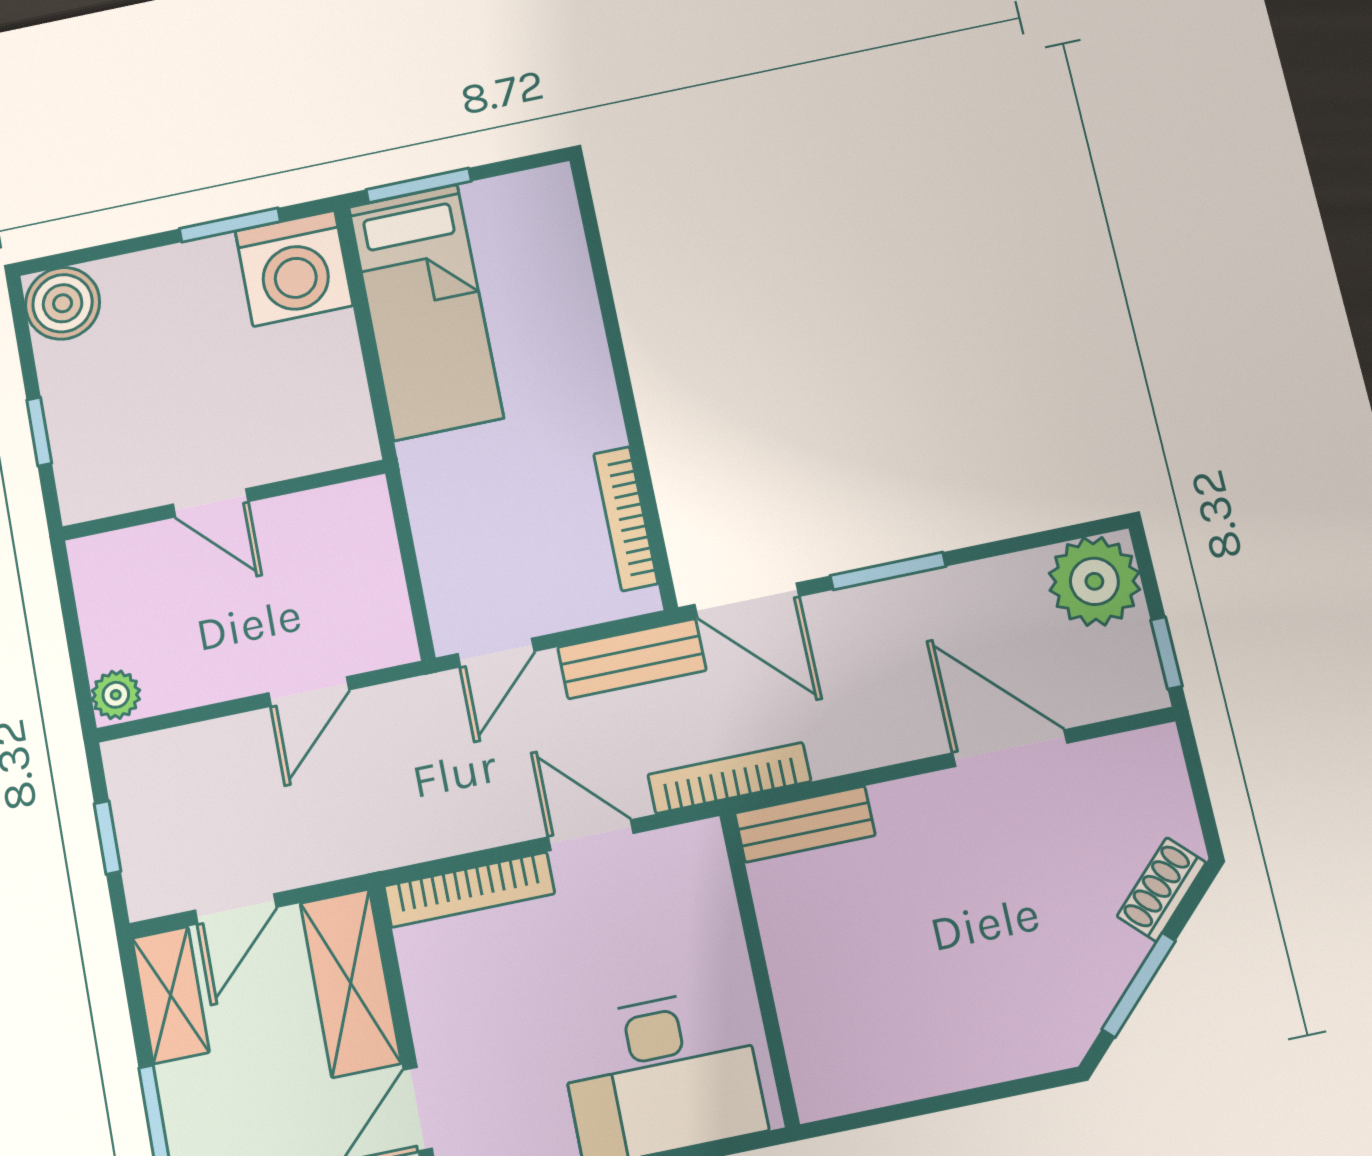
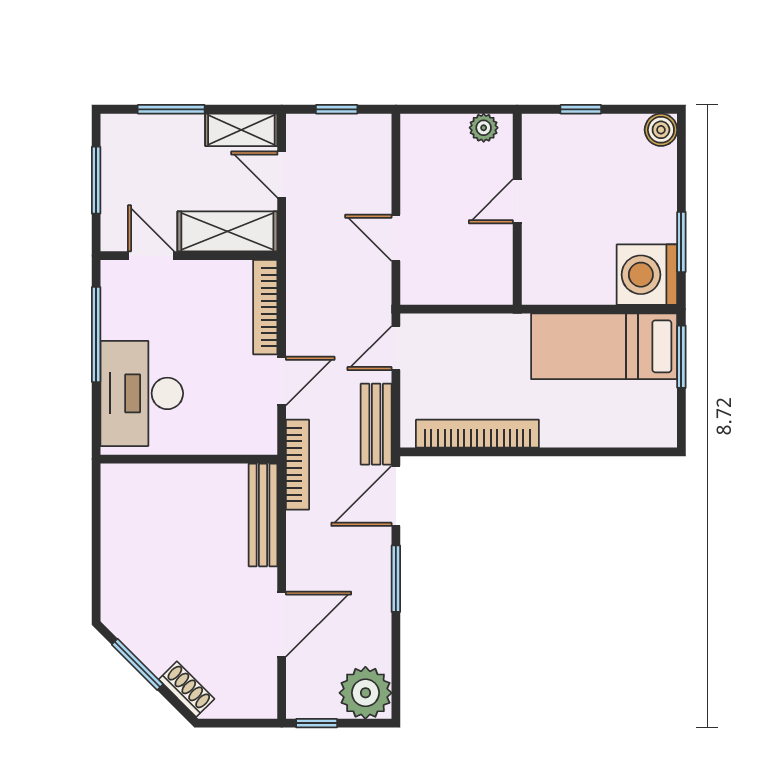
boiler: (63, 303) -> (661, 130), width x0.73, depth x0.73
bookcase: (626, 519) -> (477, 434), width x1.48, depth x1.31
door: (496, 653) -> (396, 348), hinge flipped
plant: (116, 695) -> (484, 128), moved
bench: (805, 824) -> (263, 515), width x1.36

